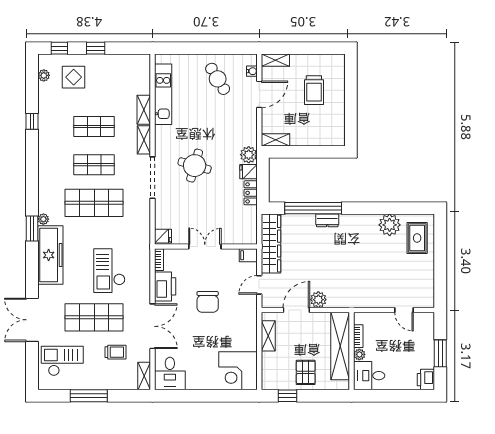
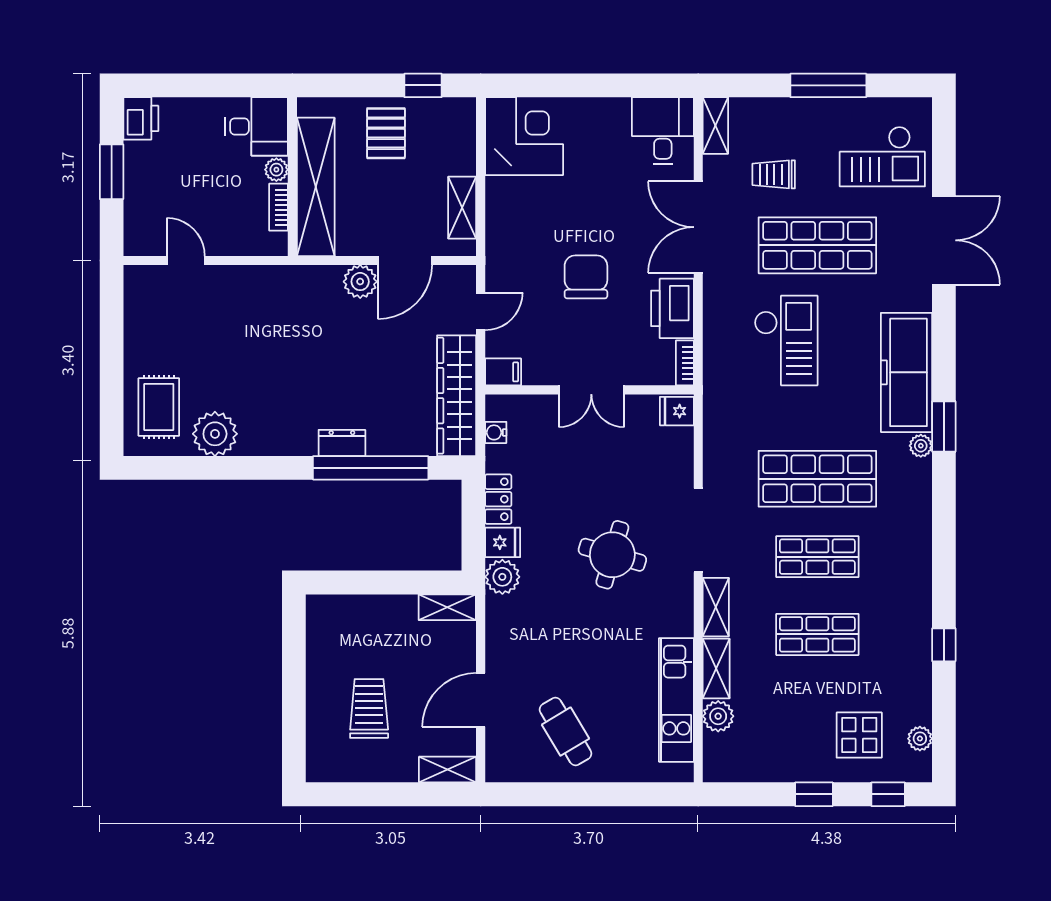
water cooler: (252, 71) -> (496, 432), moved
plant: (143, 86) -> (718, 716), added

